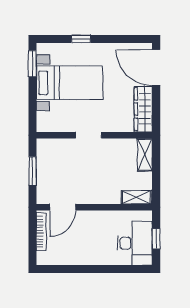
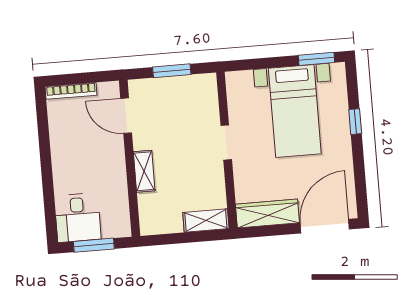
shelving: (136, 197) -> (144, 171), moved
bookcase: (41, 232) -> (71, 91), moved
window: (156, 239) -> (94, 245), width x1.50
desk: (135, 243) -> (78, 218), width x0.73

